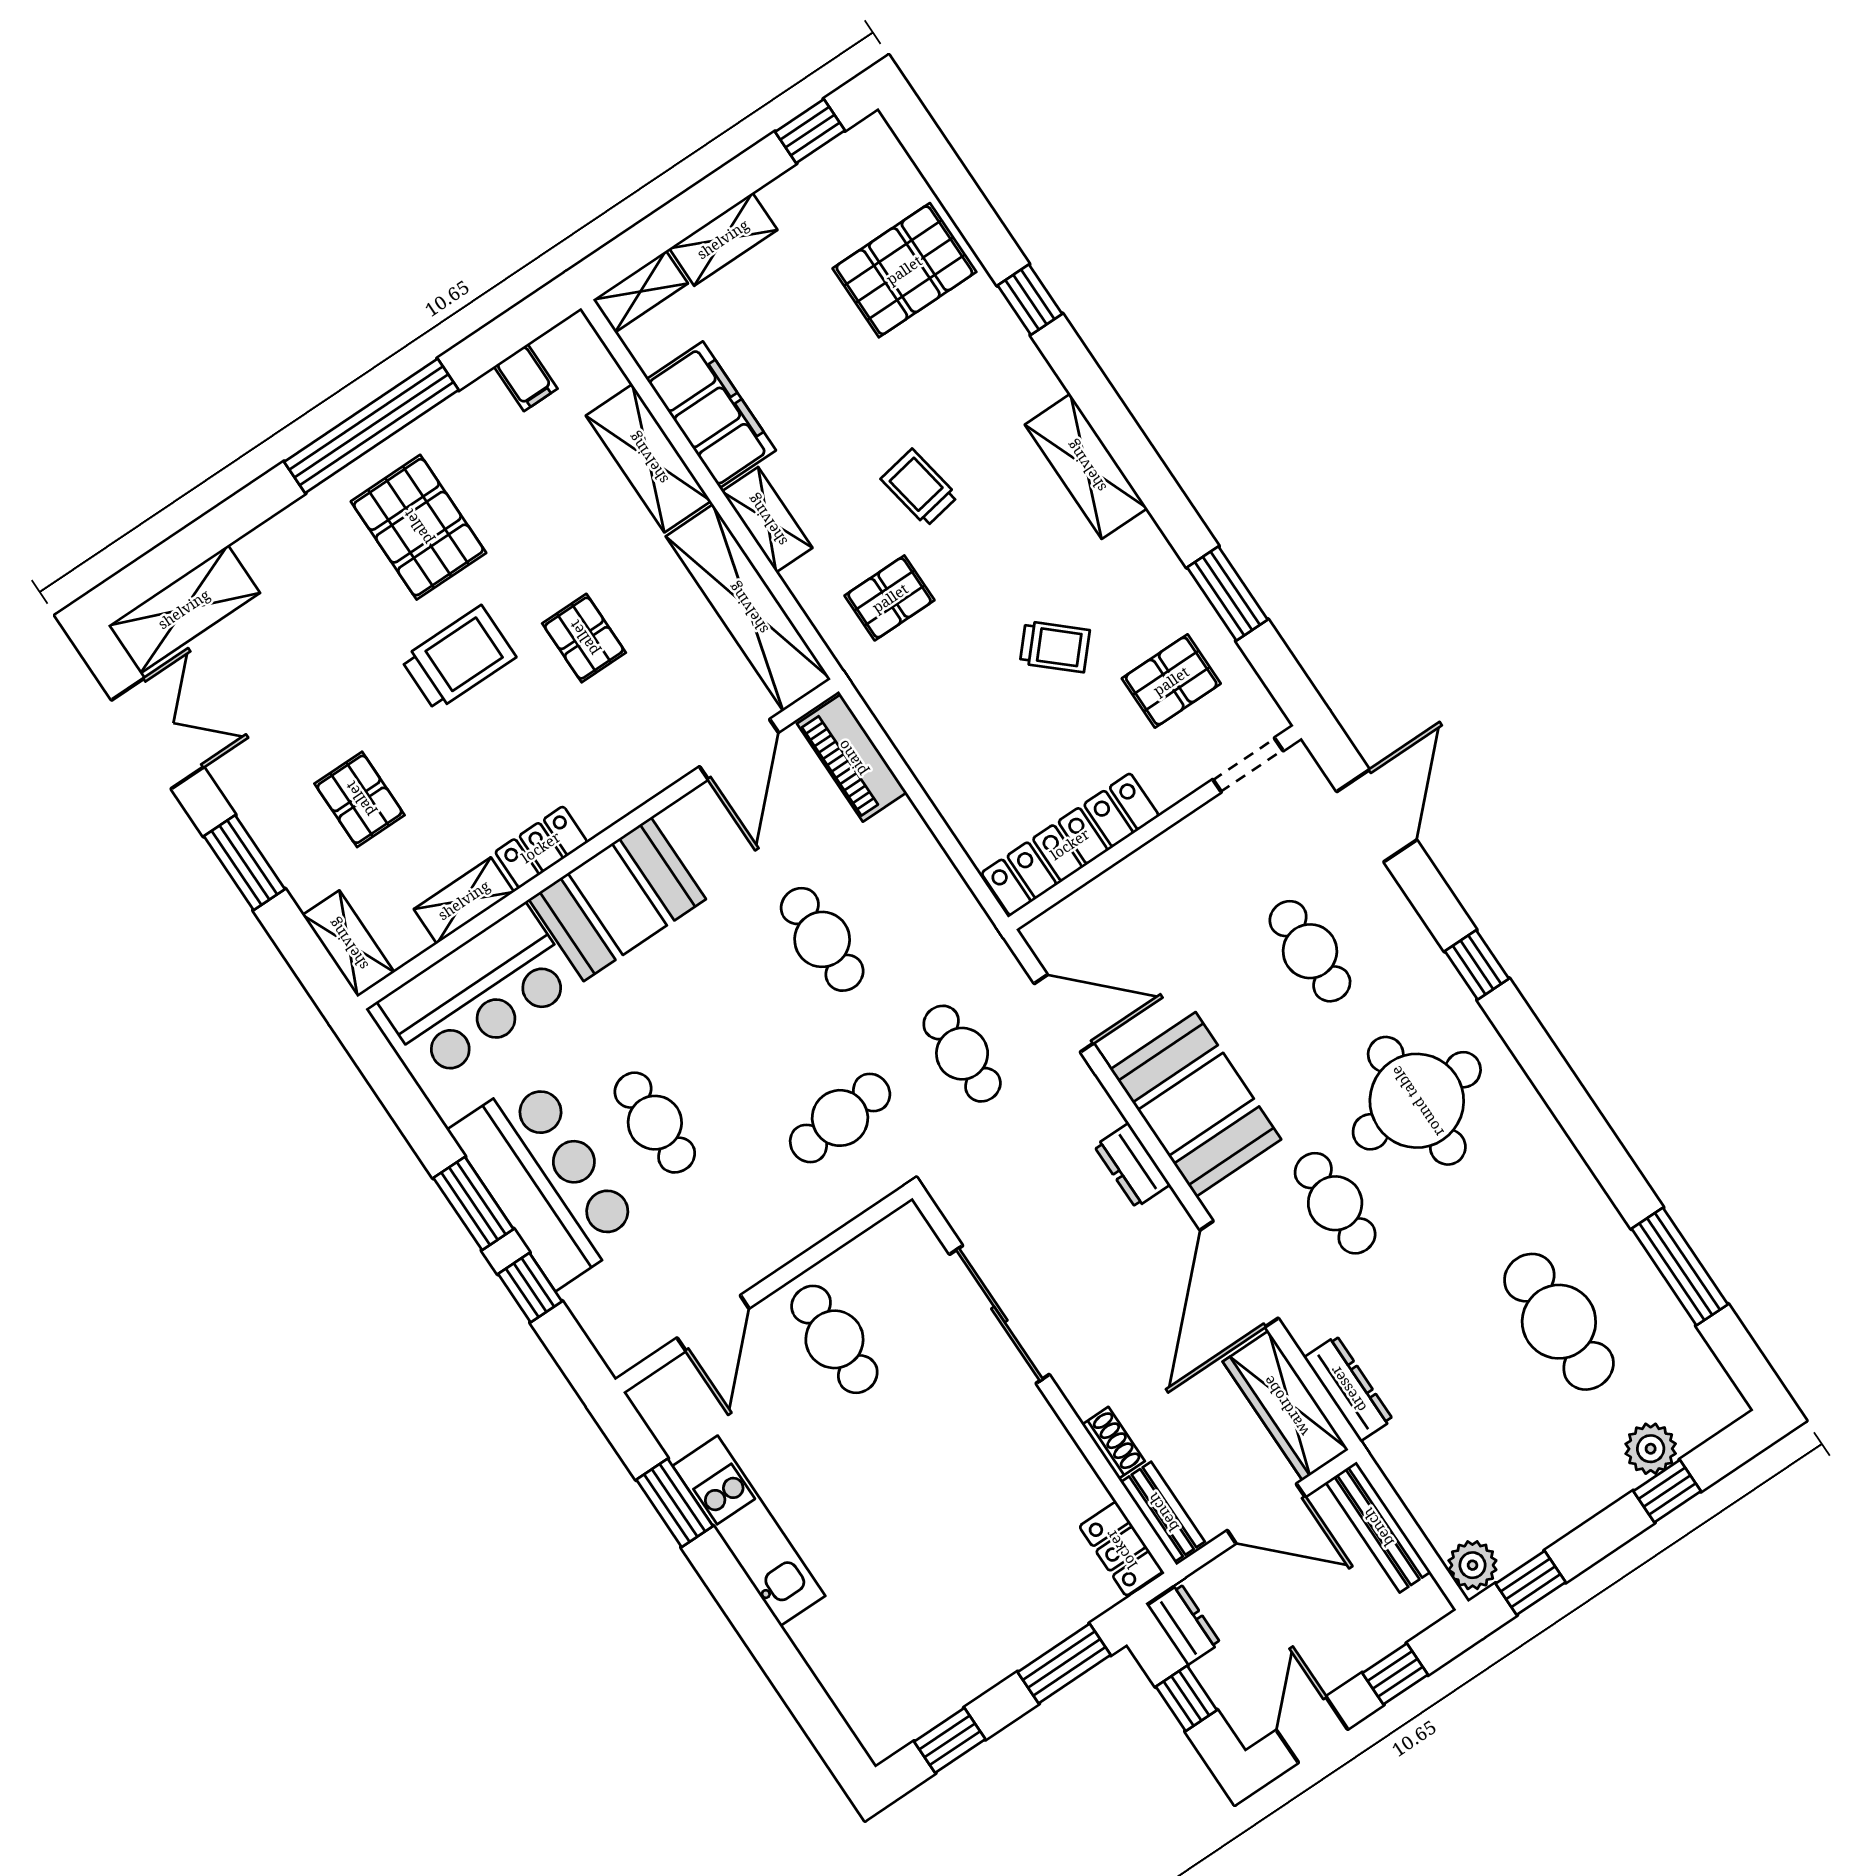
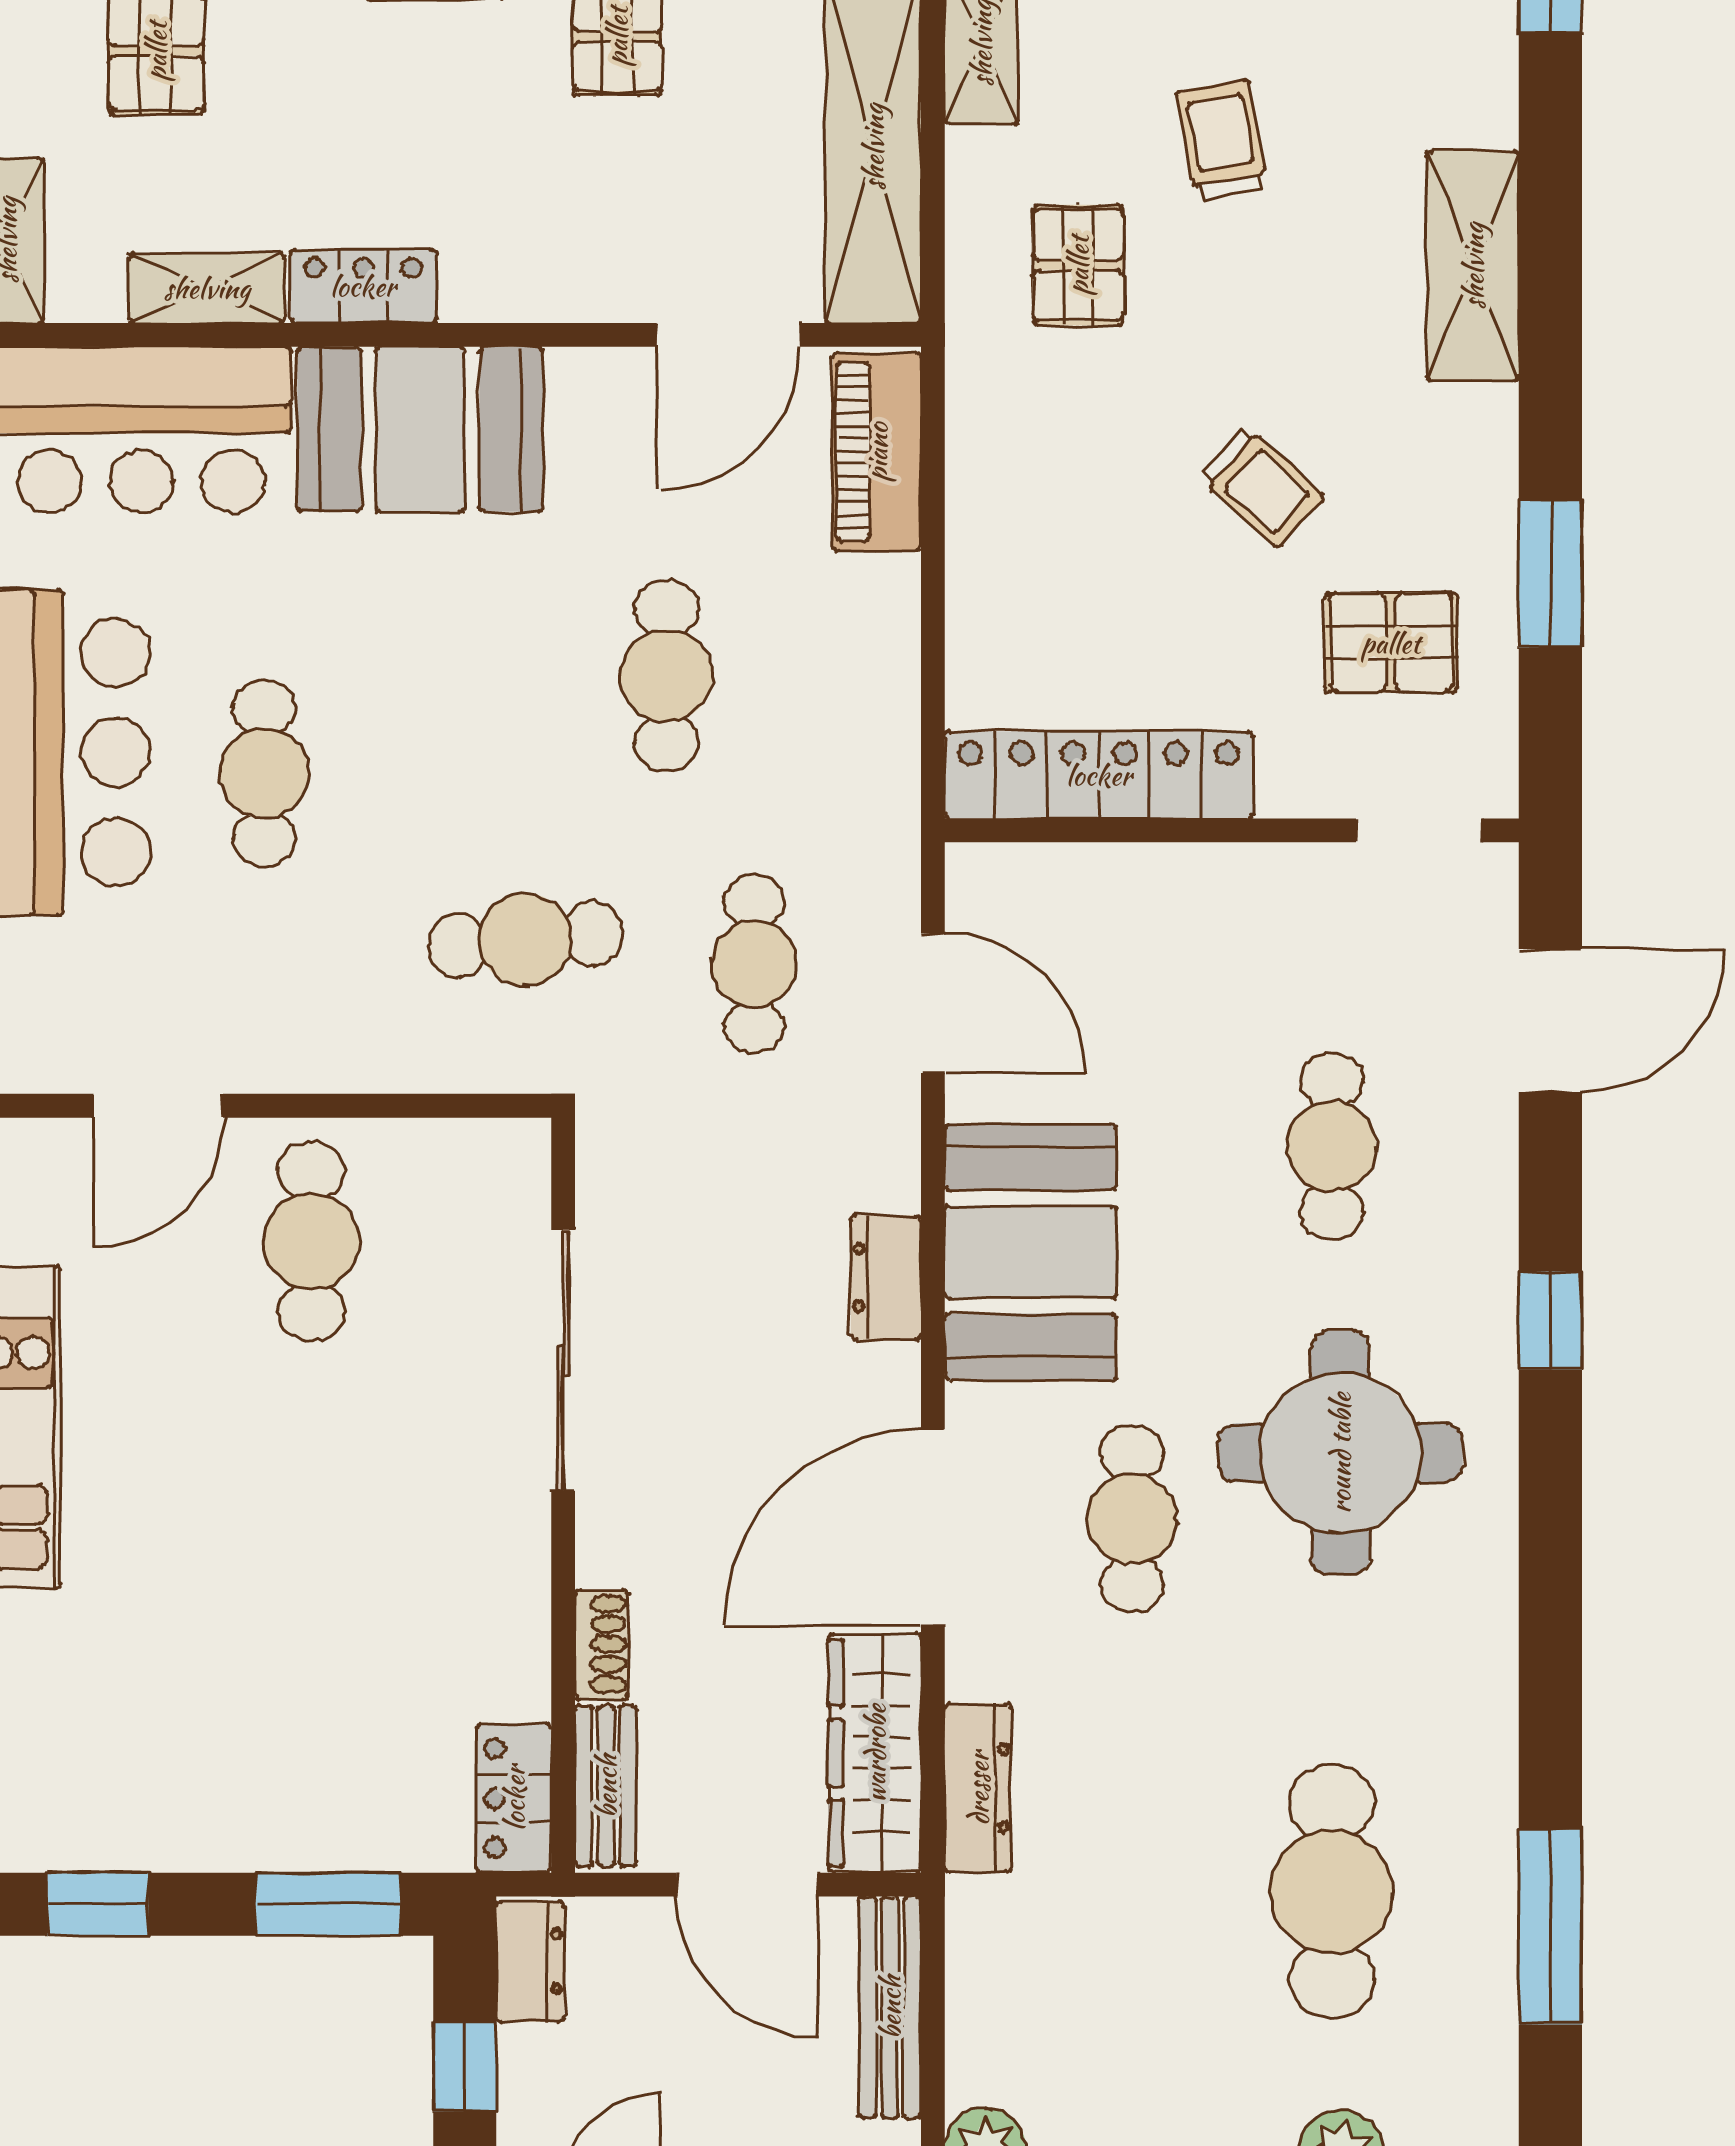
pallet: (890, 598) -> (1078, 265), turned 90

